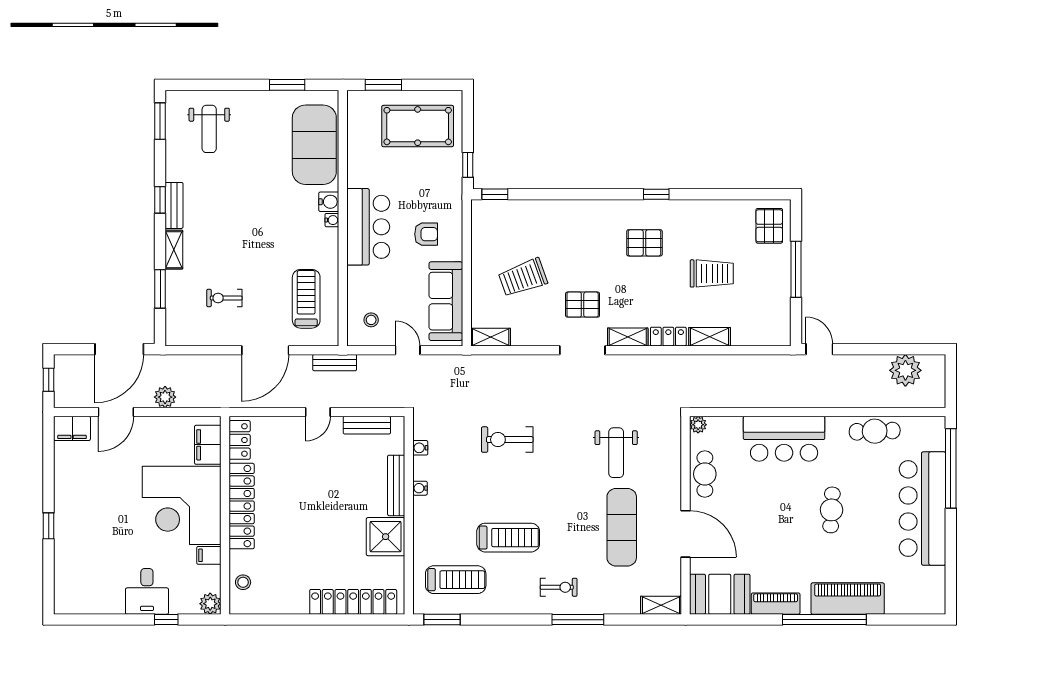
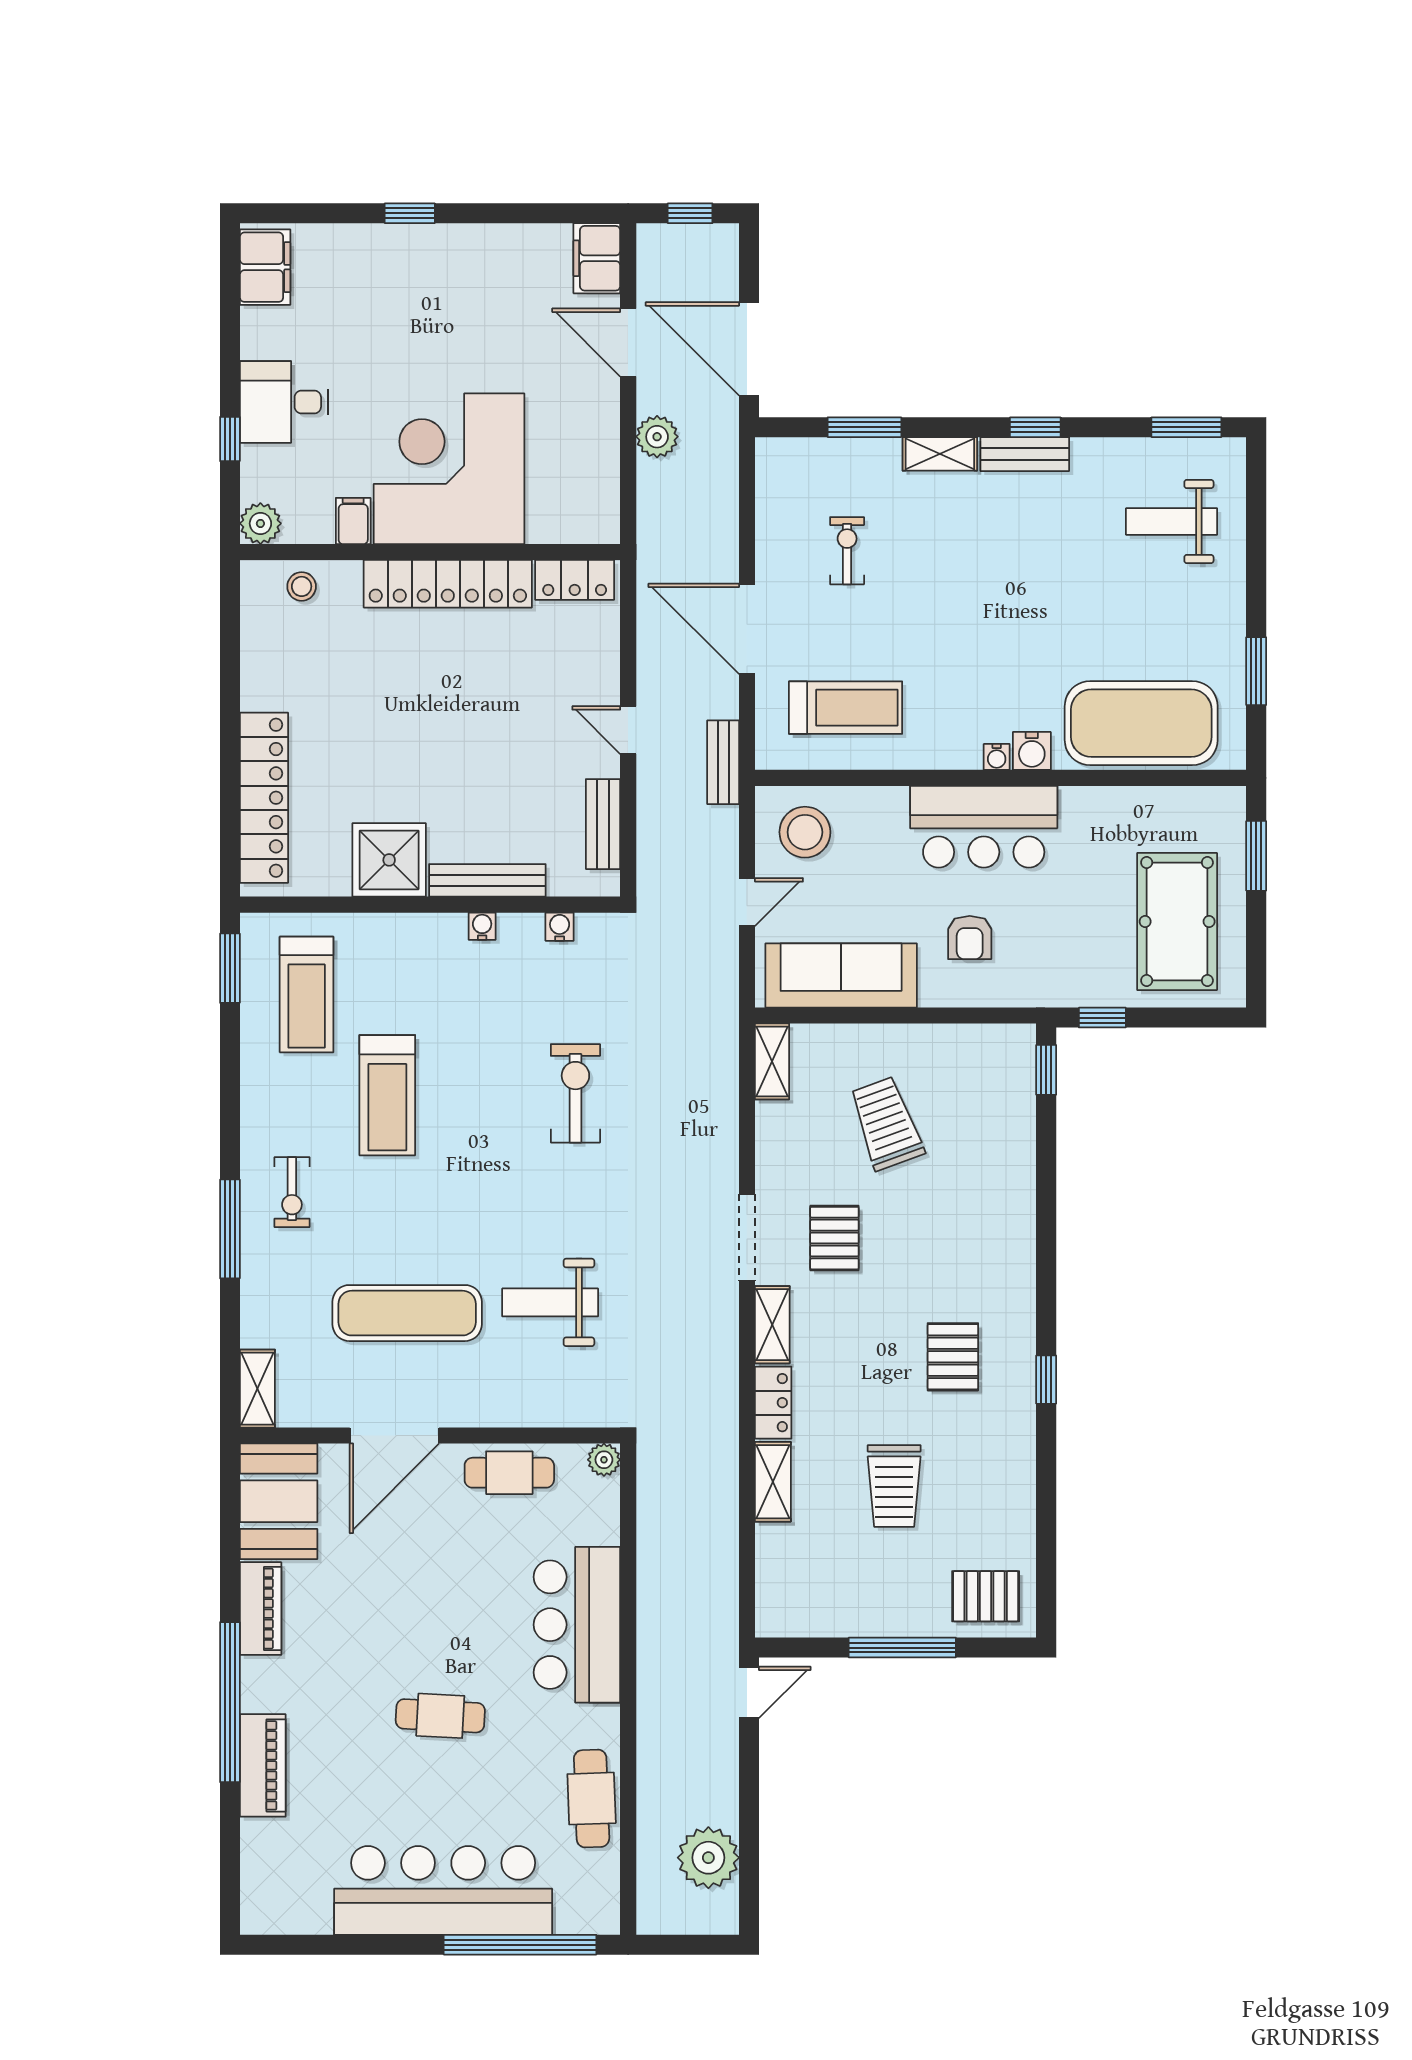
stool: (371, 320) -> (805, 832), width x1.89, depth x1.89
filing cabinet: (208, 445) -> (265, 267), moved, turned 90
piano: (848, 599) -> (263, 1765), width x0.73, depth x0.75

